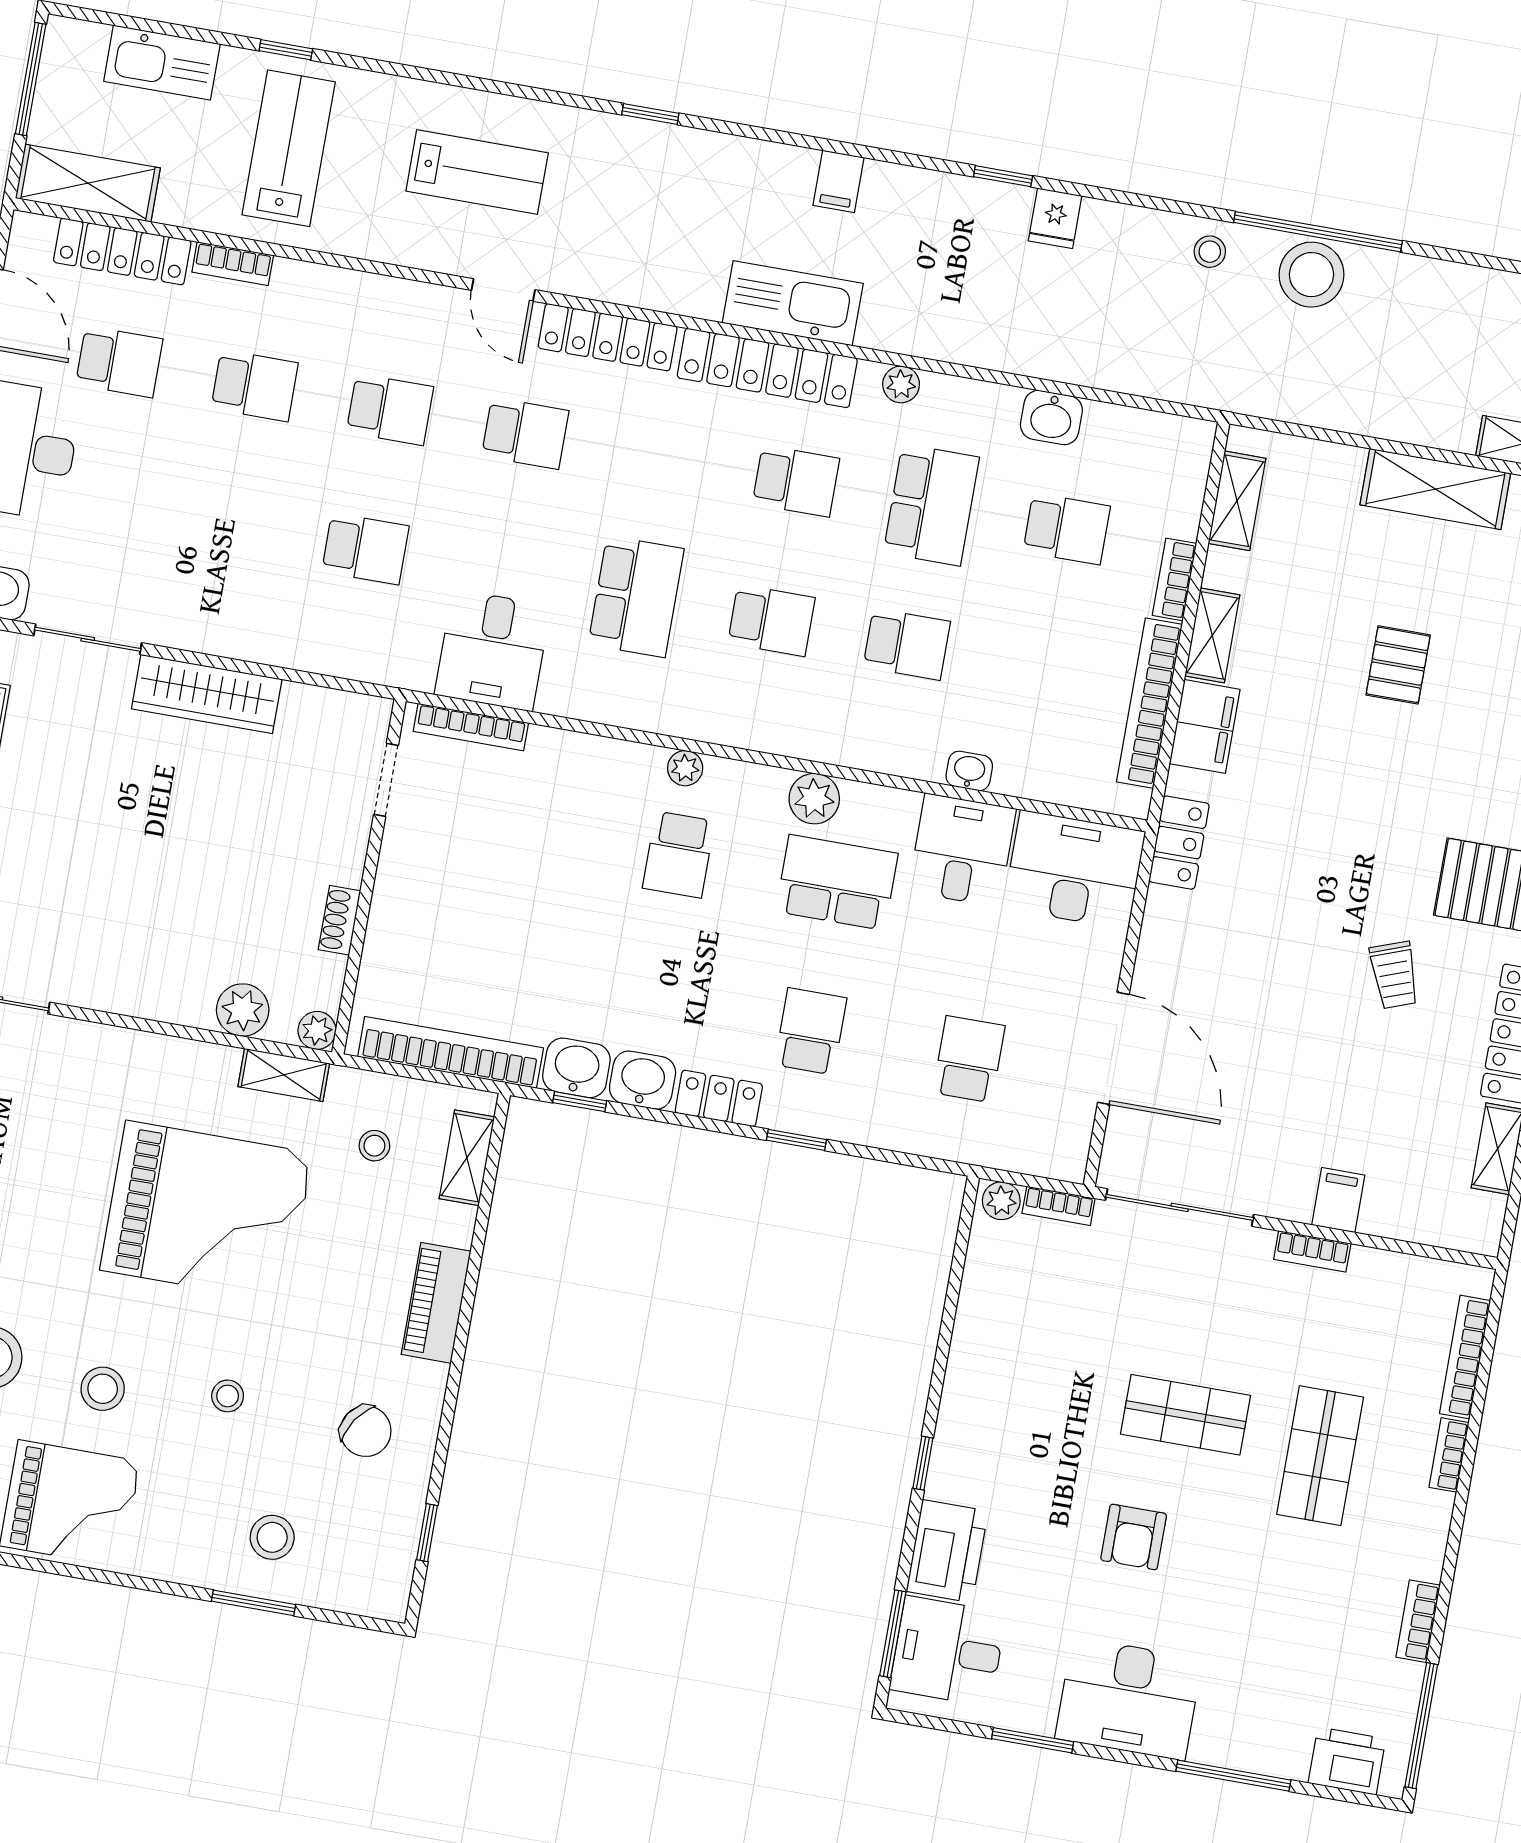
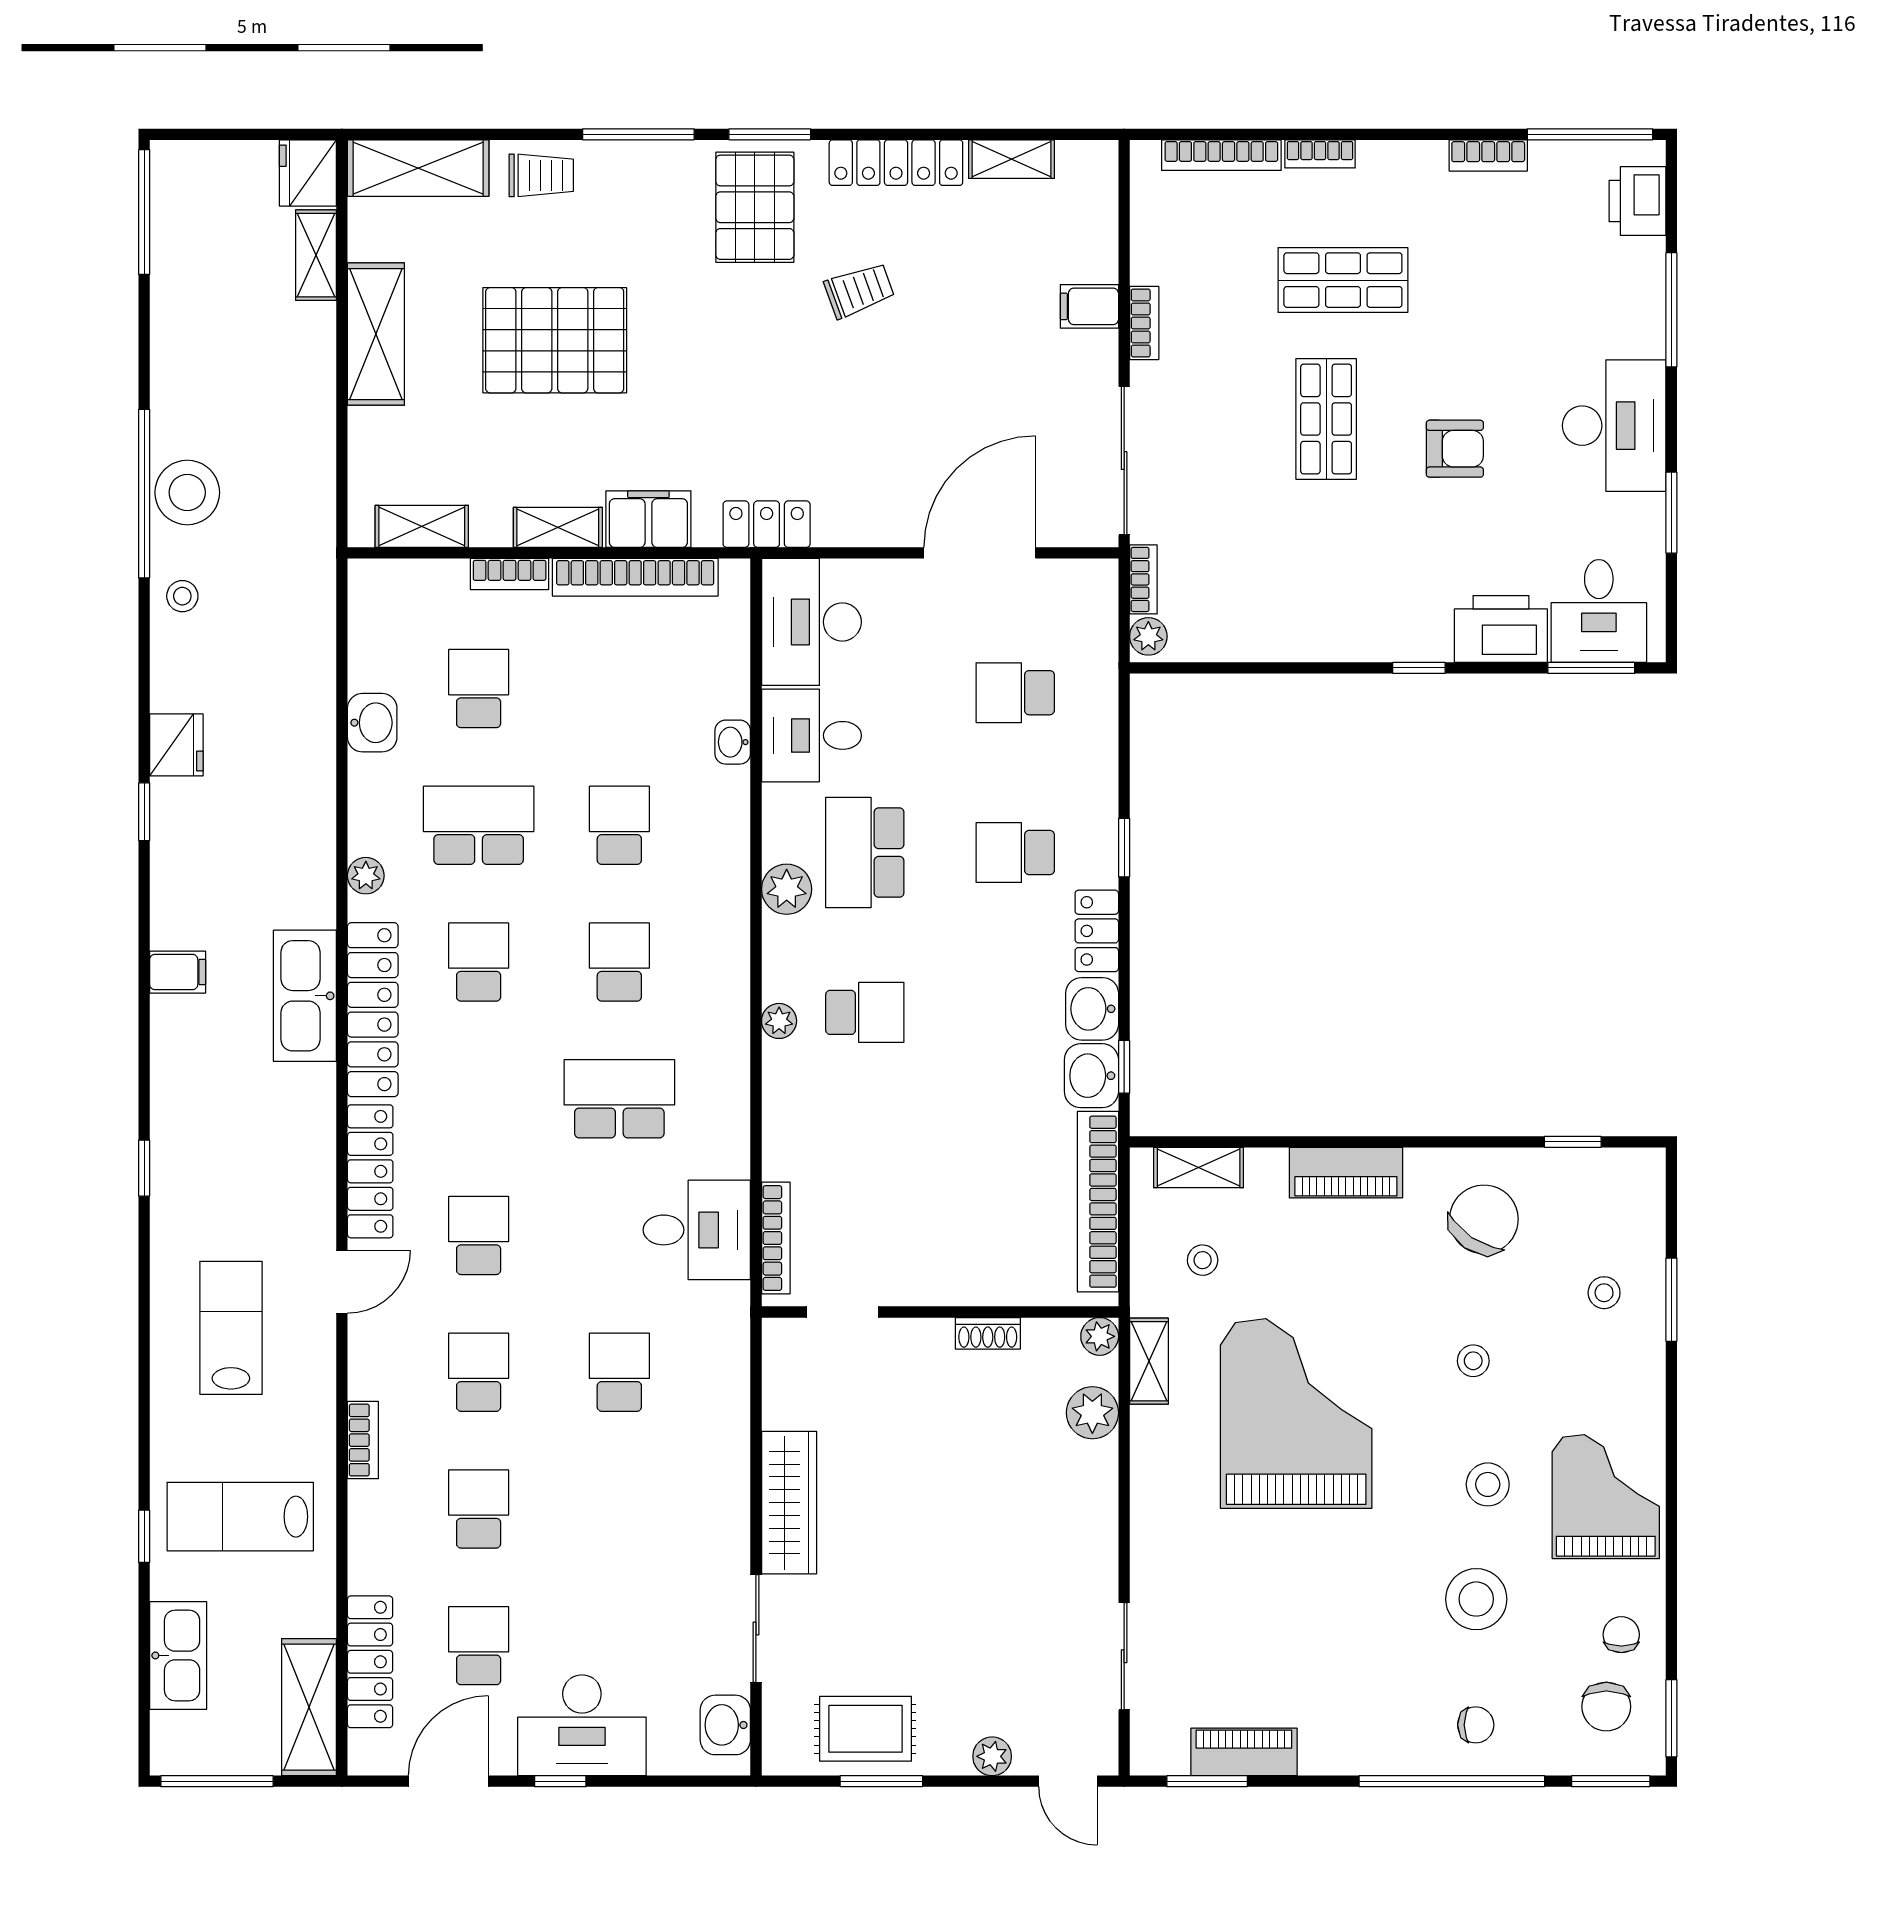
fridge: (1055, 218) -> (176, 745), width x1.38
bookcase: (233, 264) -> (363, 1440), moved
pallet: (1398, 665) -> (555, 340), width x2.05, depth x2.00
chair: (366, 1431) -> (1484, 1219), width x1.37, depth x1.37
stool: (272, 1537) -> (1604, 1293), width x0.73, depth x0.73

